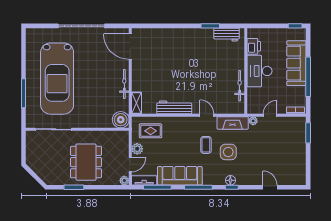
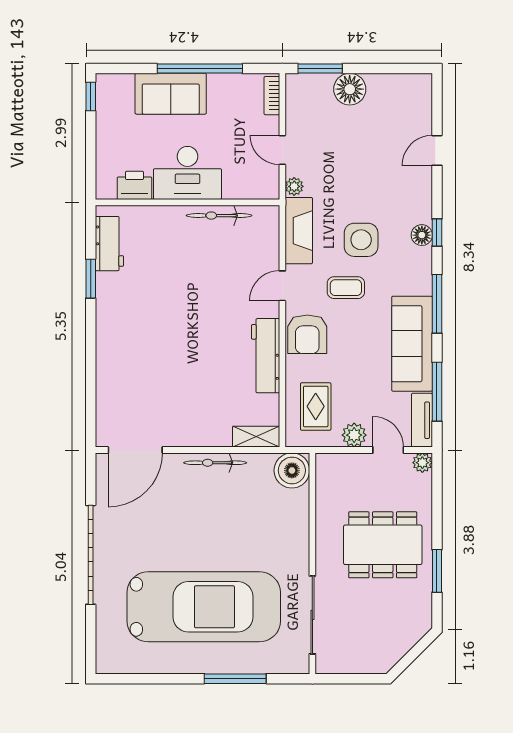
sofa: (296, 63) -> (171, 94), width x0.73
armchair: (184, 127) -> (307, 334), added
floor lamp: (299, 147) -> (350, 89), added

